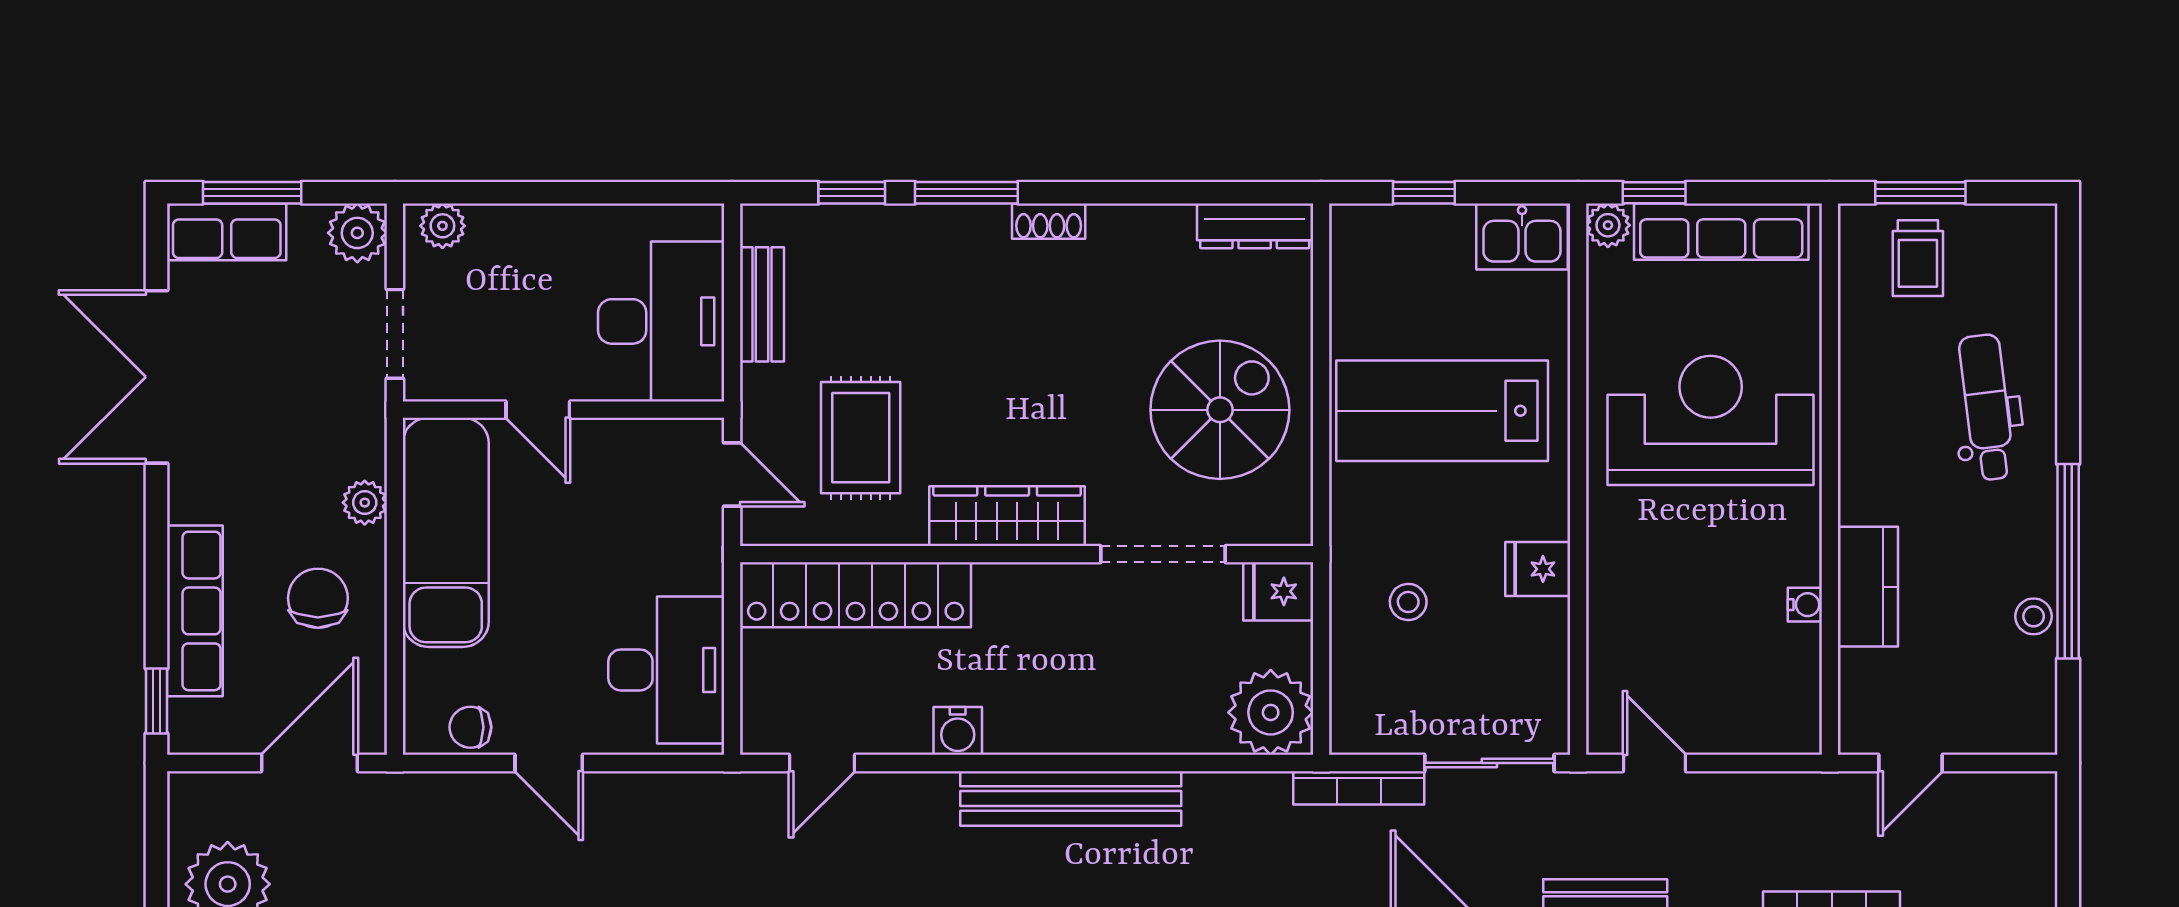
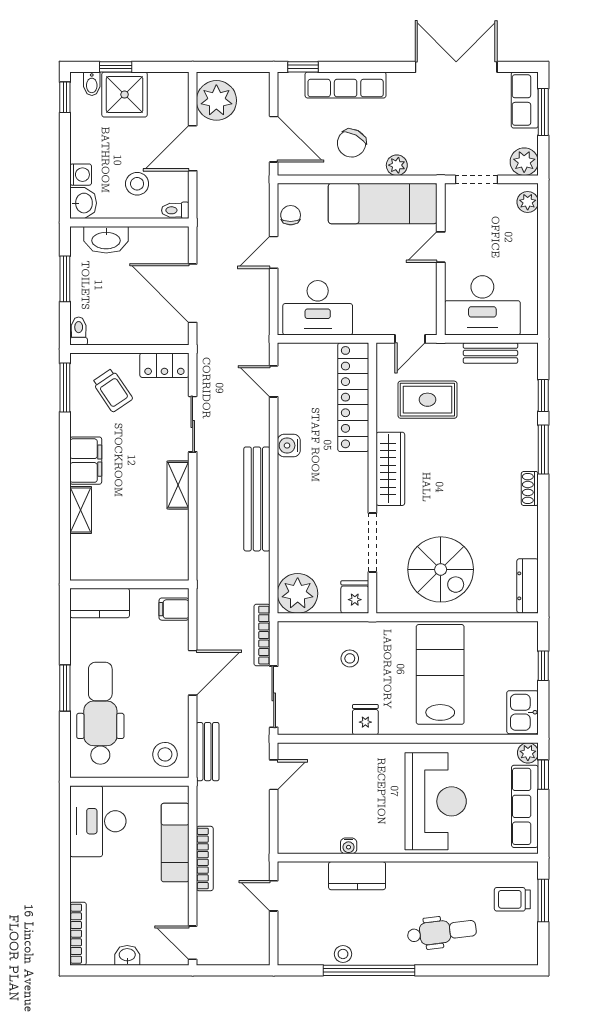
chair: (318, 598) -> (352, 143), turned 118

